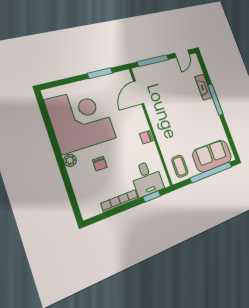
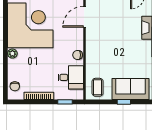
chair: (100, 164) -> (15, 86), moved
window: (211, 172) -> (124, 102), width x0.32
desk: (147, 178) -> (71, 77), moved, turned -90

